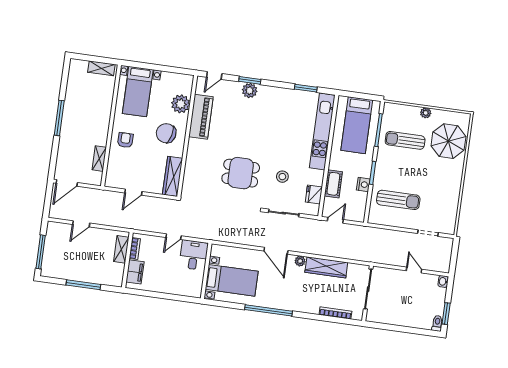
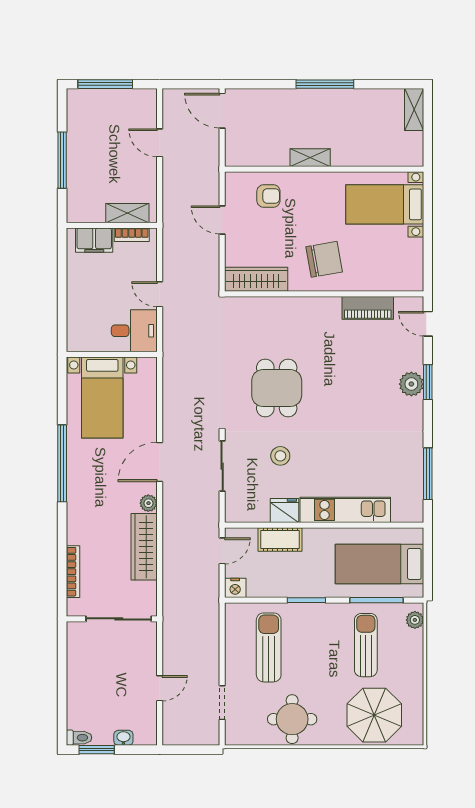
shelving: (101, 68) -> (414, 109), moved
window: (306, 88) -> (428, 474), width x1.44
plant: (181, 104) -> (374, 276), removed
plant: (426, 113) -> (415, 620), moved
piano: (201, 117) -> (368, 308), width x0.73, depth x0.75
kitchen unit: (322, 132) -> (345, 510), width x0.73
chair: (166, 133) -> (324, 259), turned 66
armchair: (125, 140) -> (268, 196), moved
shelving: (99, 159) -> (310, 158), moved
nightstand: (363, 184) -> (235, 588), moved
round table: (444, 192) -> (292, 719), added
fridge: (314, 194) -> (284, 510), moved
sun lounger: (398, 200) -> (269, 647), turned 180
door: (335, 220) -> (222, 551), hinge flipped
washbasin: (443, 281) -> (123, 738), moved

